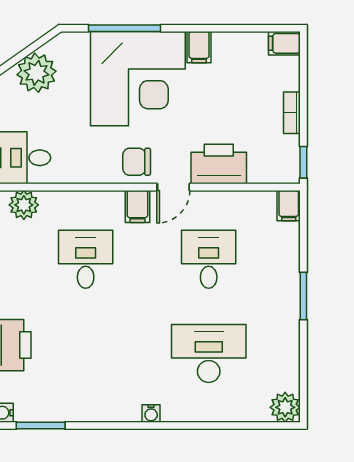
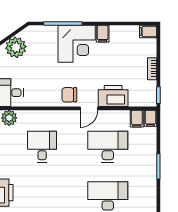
corner desk: (138, 79) -> (77, 44), width x0.74, depth x0.74
filing cabinet: (137, 206) -> (137, 119), moved
desk: (209, 259) -> (108, 147), width x1.37

